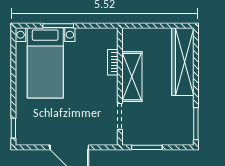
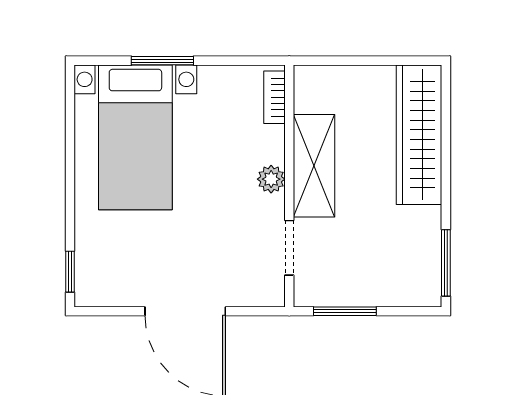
bookcase: (113, 62) -> (275, 97), moved
plant: (111, 83) -> (271, 179), added

